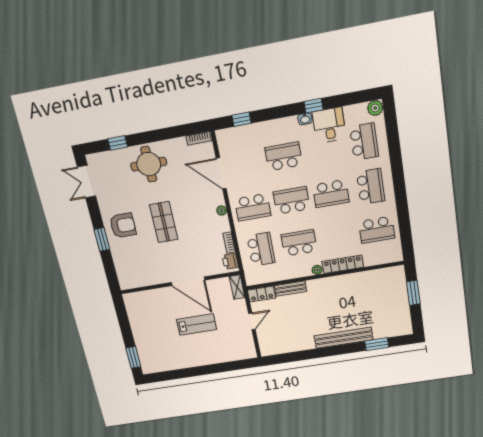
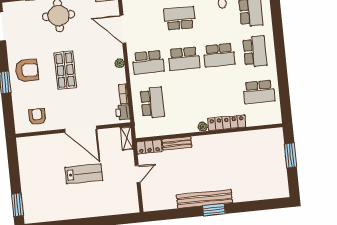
school desk: (291, 200) -> (184, 59), turned 180
school desk: (299, 243) -> (188, 99), removed
armchair: (141, 272) -> (37, 117), added
bench: (344, 338) -> (204, 199), moved
window: (377, 344) -> (214, 210), moved

